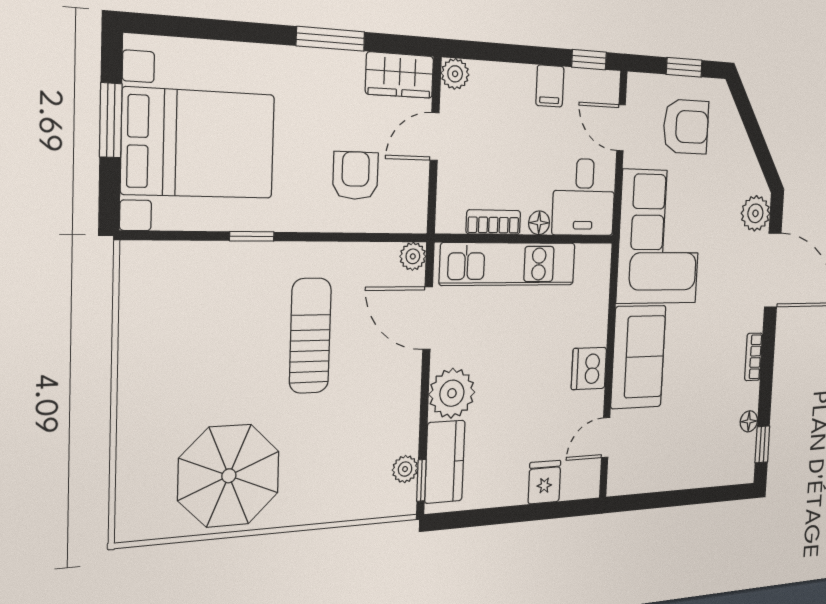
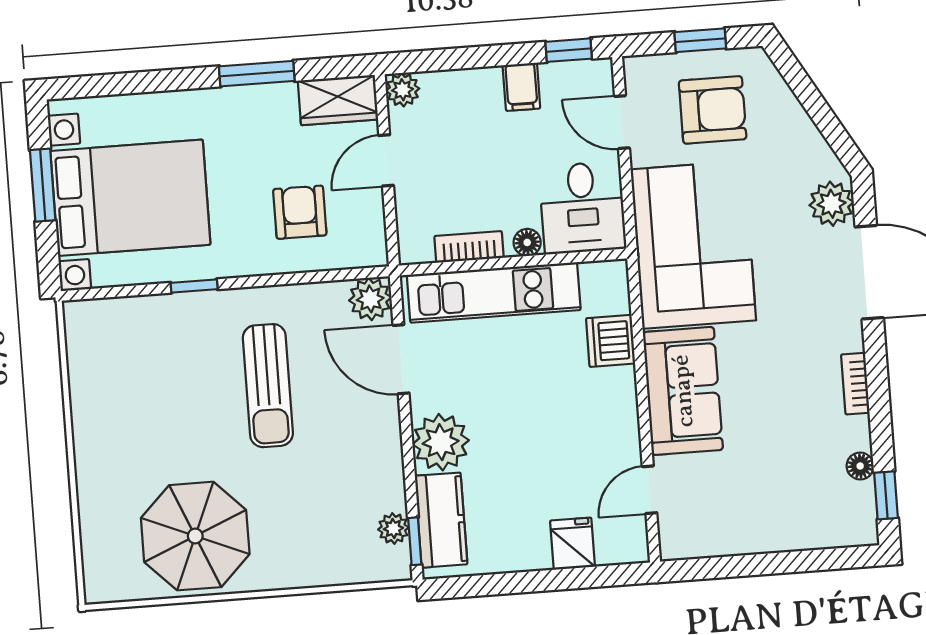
plant: (413, 256) -> (370, 299), width x1.38, depth x1.38
sun lounger: (310, 336) -> (268, 386), turned 180
dishwasher: (589, 368) -> (611, 341), moved

